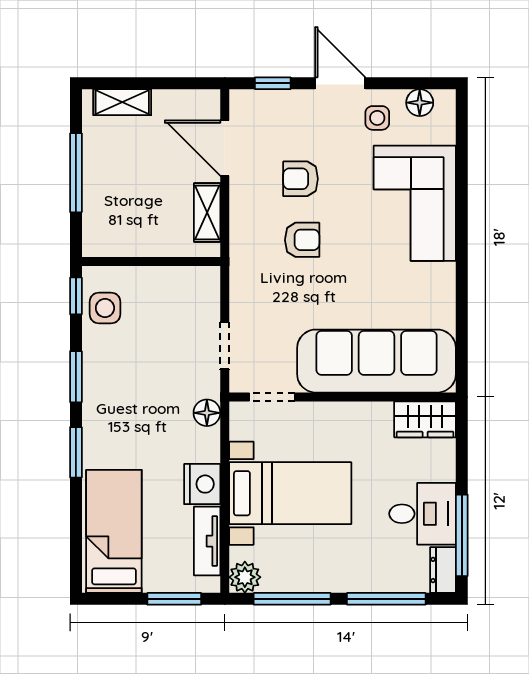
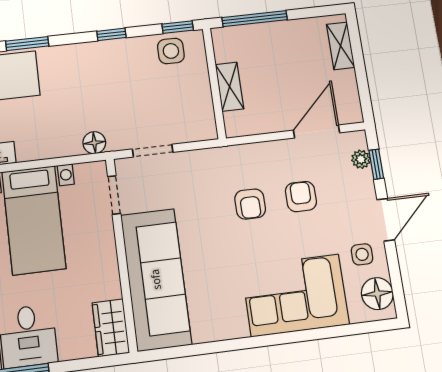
plant: (265, 101) -> (361, 159), added
floor lamp: (420, 103) -> (377, 294), width x1.38, depth x1.38
window: (76, 173) -> (255, 19), moved
shelving: (207, 212) -> (229, 87), moved, turned 90
window: (76, 377) -> (111, 34), width x0.67
window: (76, 452) -> (27, 44), moved
nightstand: (202, 484) -> (34, 146), removed

